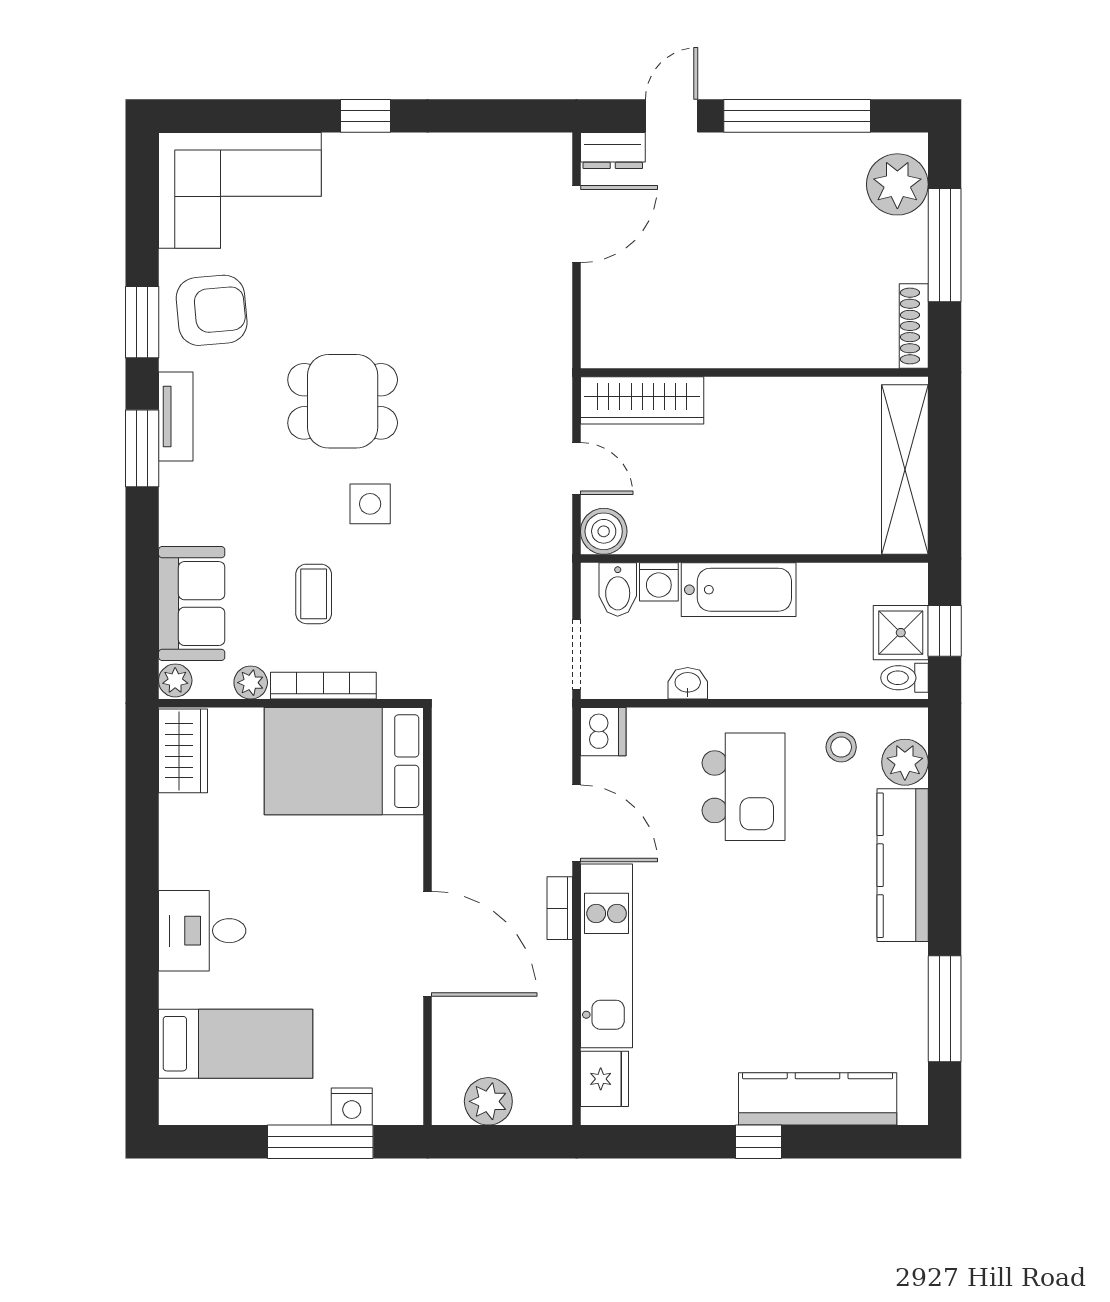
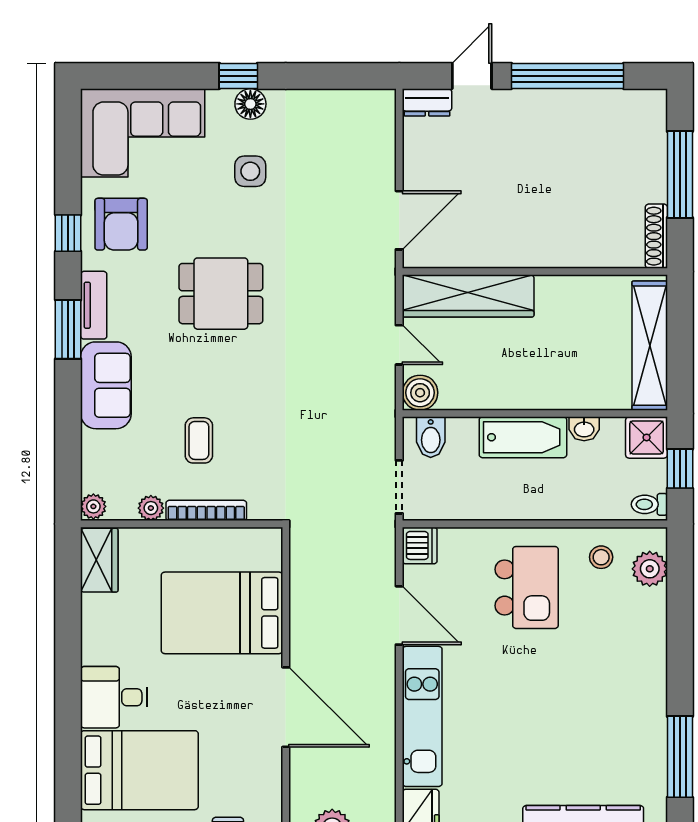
floor lamp: (381, 153) -> (250, 104), added
plant: (897, 184) -> (644, 128), removed
door: (576, 224) -> (399, 220), moved
armchair: (212, 310) -> (121, 224), turned 95
window: (142, 322) -> (68, 233), width x0.67
wardrobe: (642, 400) -> (468, 296), width x1.40, depth x1.17
side table: (370, 504) -> (250, 171), moved
washing machine: (659, 582) -> (462, 431), removed
sofa: (192, 604) -> (106, 385), moved
shower: (901, 633) -> (647, 437), moved
washbasin: (688, 683) -> (584, 429), moved, turned 180
bed: (344, 761) -> (222, 613), moved
kitchen counter: (903, 865) -> (648, 647), removed
bookcase: (560, 908) -> (386, 680), removed
bed: (236, 1044) -> (139, 770), width x1.50

